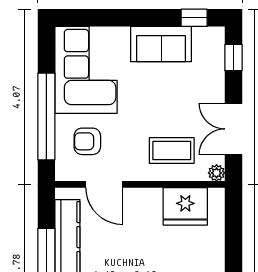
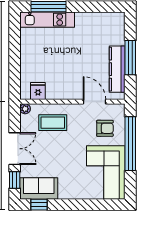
sofa: (161, 44) -> (39, 188), moved
double door: (233, 129) -> (15, 149), moved
fridge: (185, 206) -> (38, 91), width x0.53, depth x0.75

